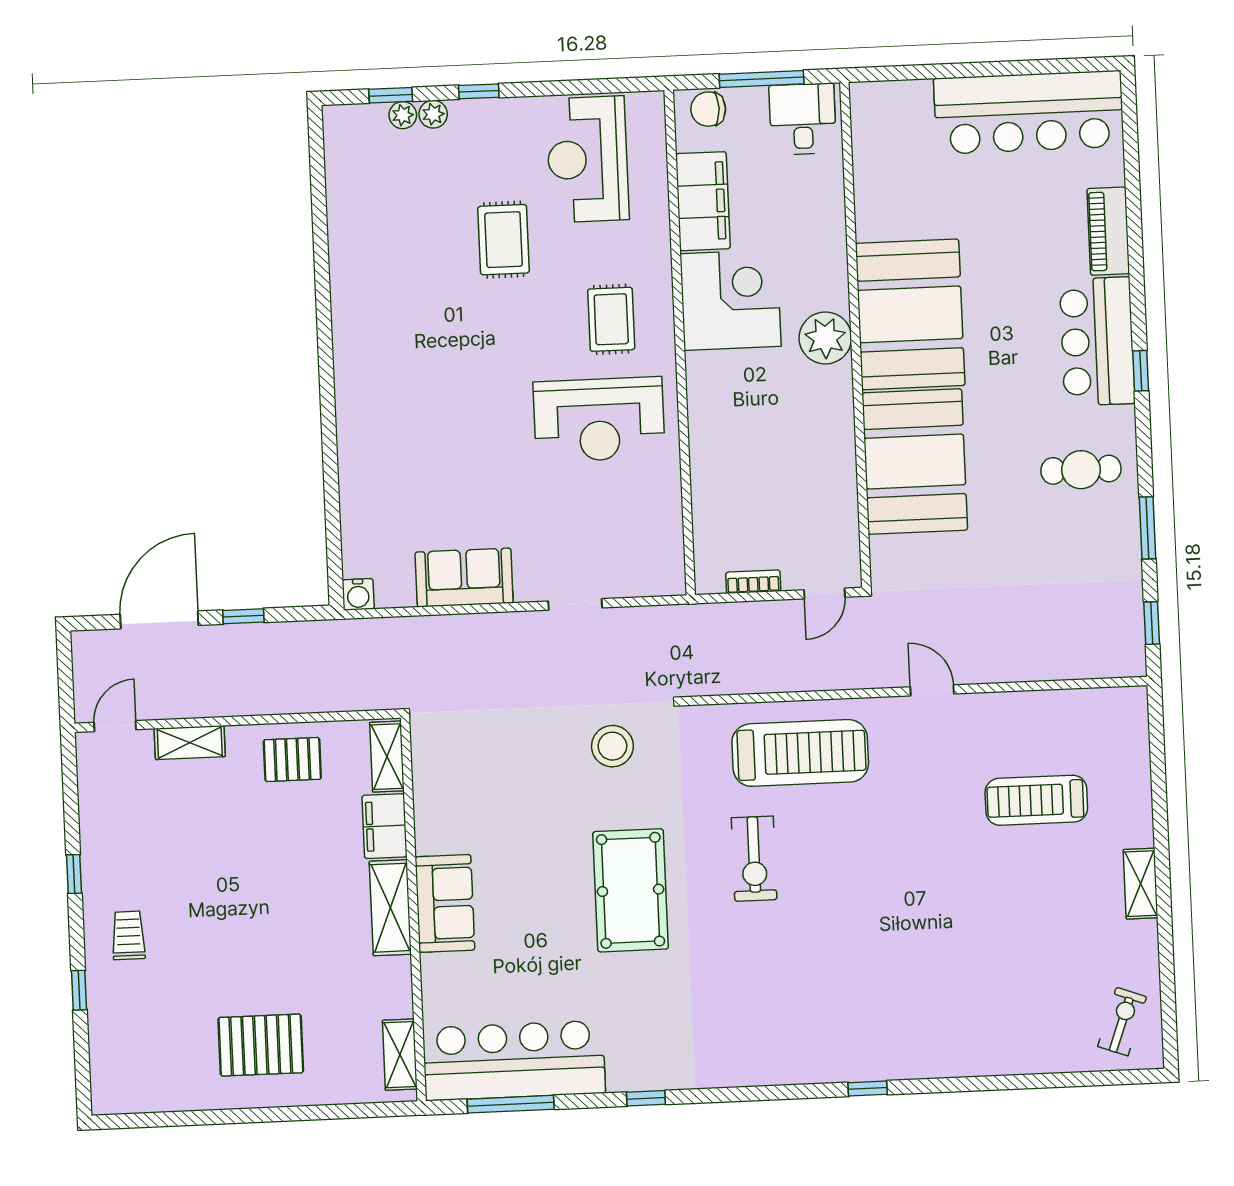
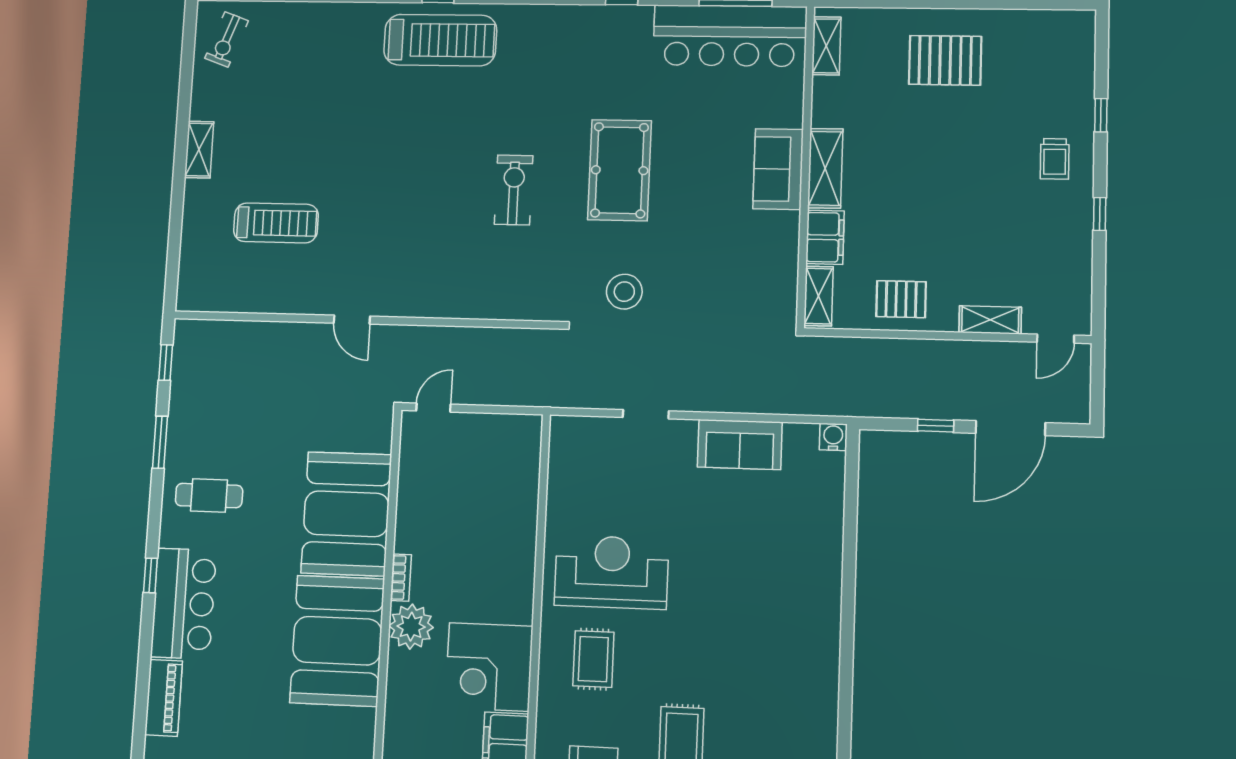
bookcase: (753, 582) -> (401, 578), moved, turned -90
treadmill: (800, 753) -> (440, 40), moved, turned 180

